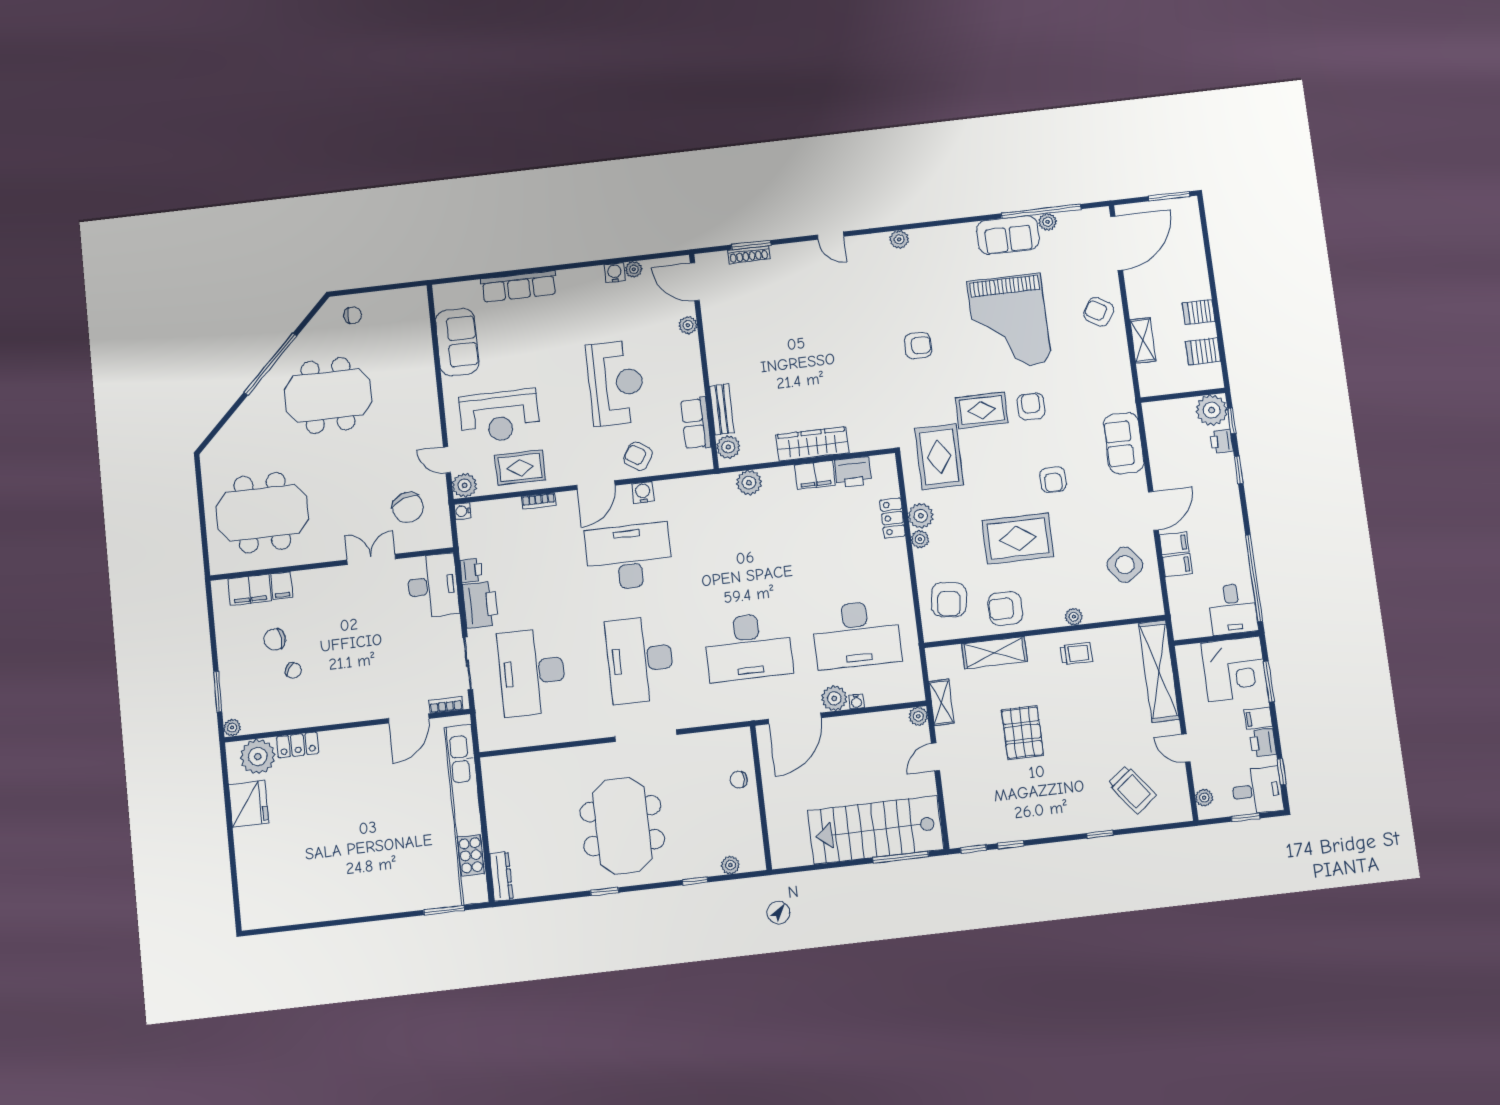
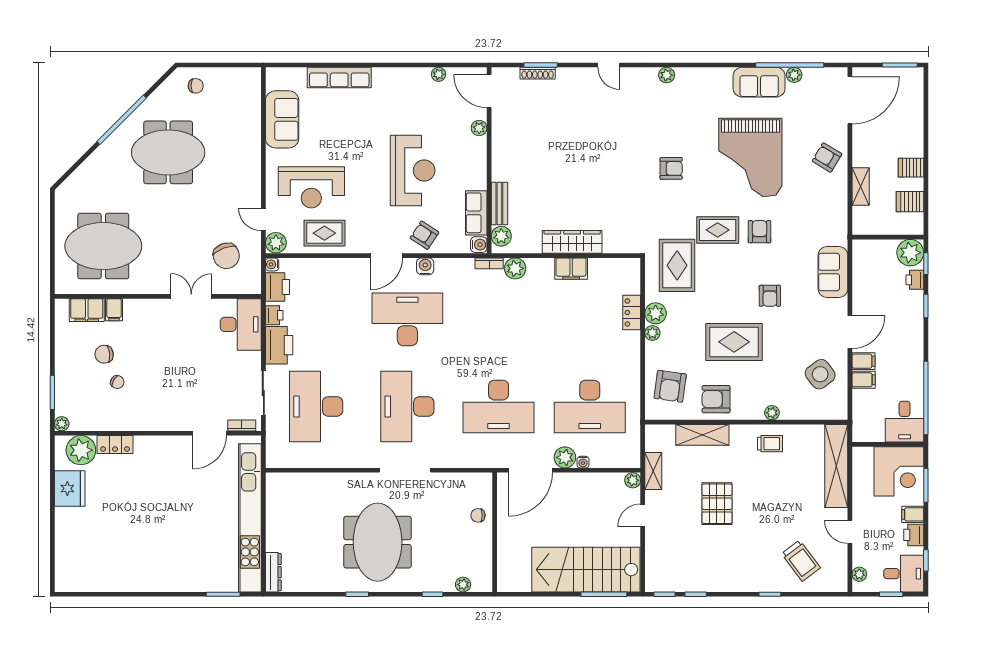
water cooler: (615, 273) -> (479, 245), moved, turned 90
printer: (853, 472) -> (277, 287), moved, turned -90
bookcase: (539, 501) -> (489, 263), moved

